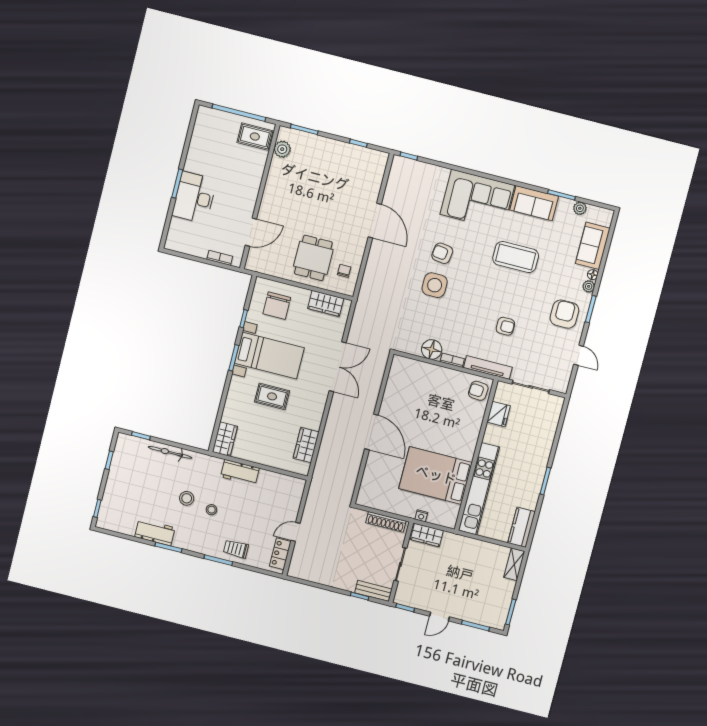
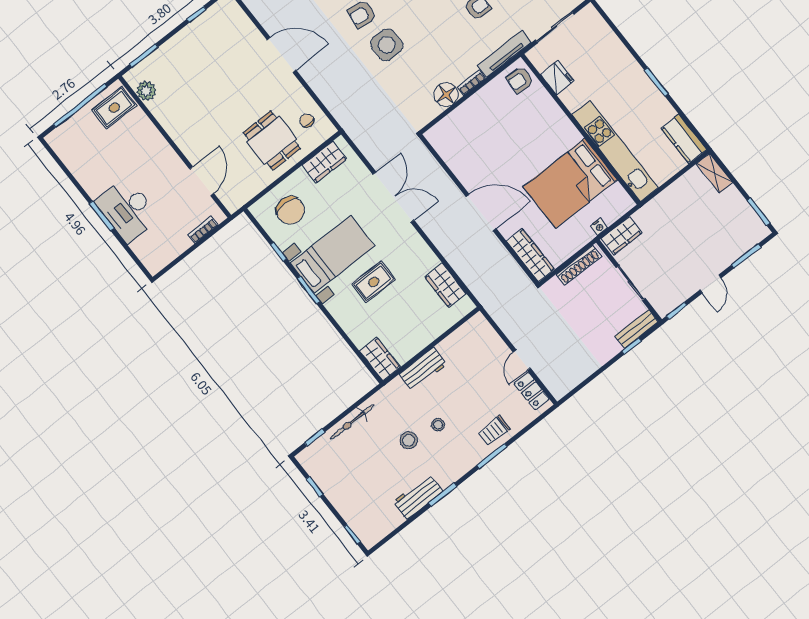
wardrobe: (368, 485) -> (530, 255), added

